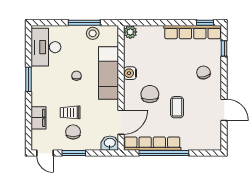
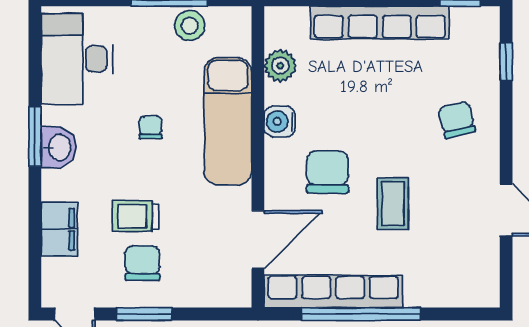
plant: (130, 32) -> (280, 66), moved
row of seats: (193, 32) -> (380, 23), moved
washbasin: (110, 143) -> (59, 147), moved, turned 90

